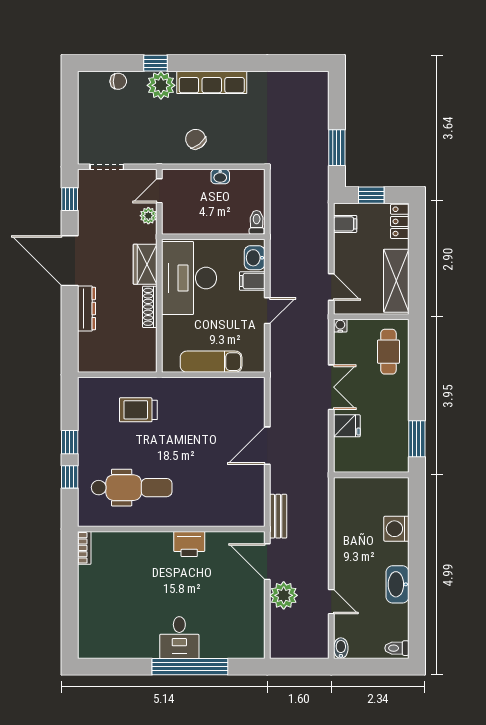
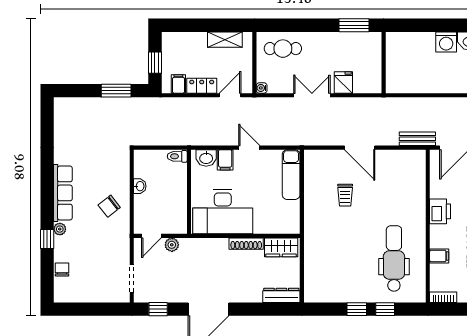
plant: (161, 85) -> (60, 229), width x0.53, depth x0.53
door: (159, 191) -> (151, 236), hinge flipped
locker: (400, 221) -> (202, 86), moved, turned 180
wardrobe: (145, 264) -> (281, 247), moved
shelving: (396, 281) -> (225, 40), width x0.67, depth x0.75
dresser: (86, 309) -> (281, 295), moved
exam couch: (211, 362) -> (291, 175), moved
trolley: (138, 410) -> (345, 195), moved, width x0.73, depth x0.72
washing machine: (396, 529) -> (446, 42), moved
filing cabinet: (135, 543) -> (439, 256), added

